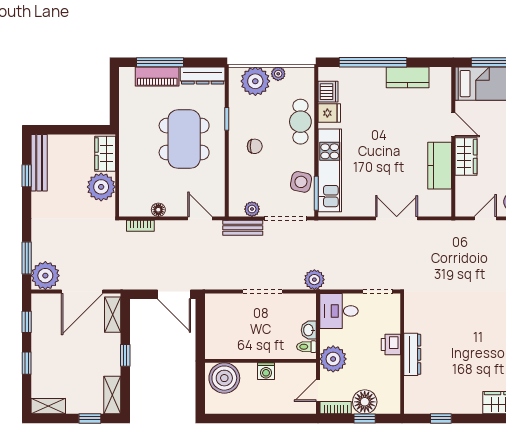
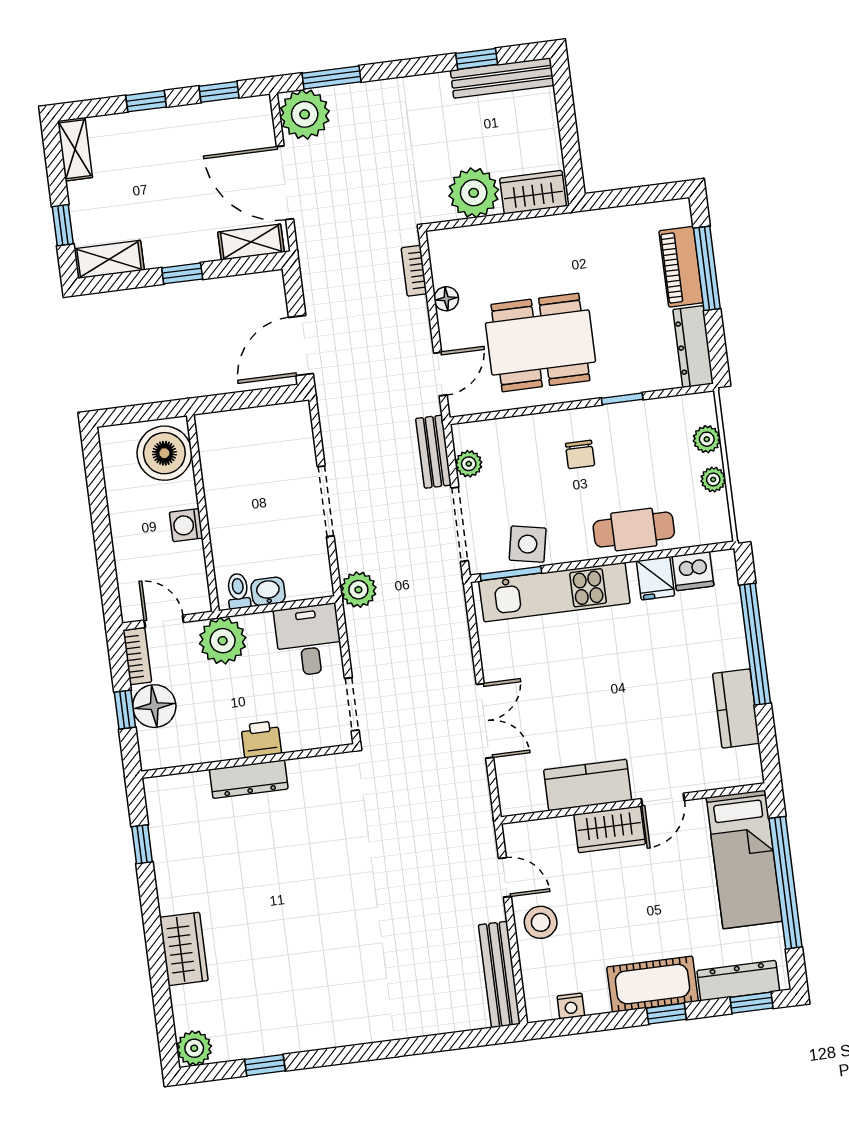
plant: (255, 81) -> (707, 439), width x0.53, depth x0.53
dining table: (184, 139) -> (540, 342), moved

